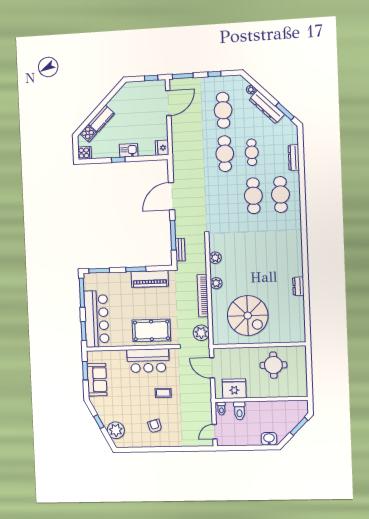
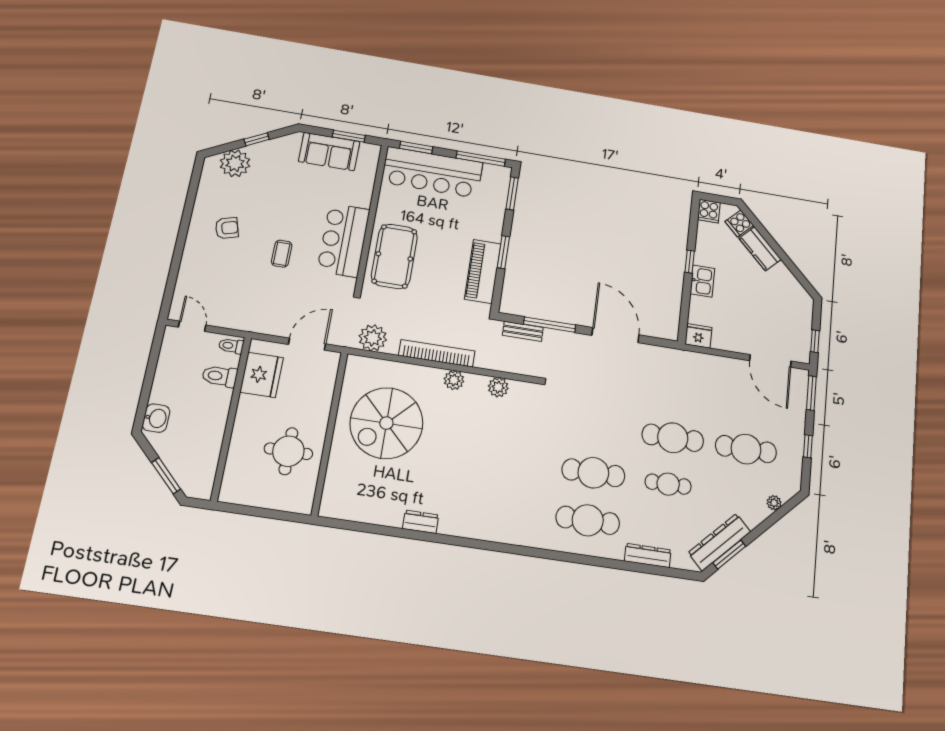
dresser: (267, 107) -> (719, 542), moved

